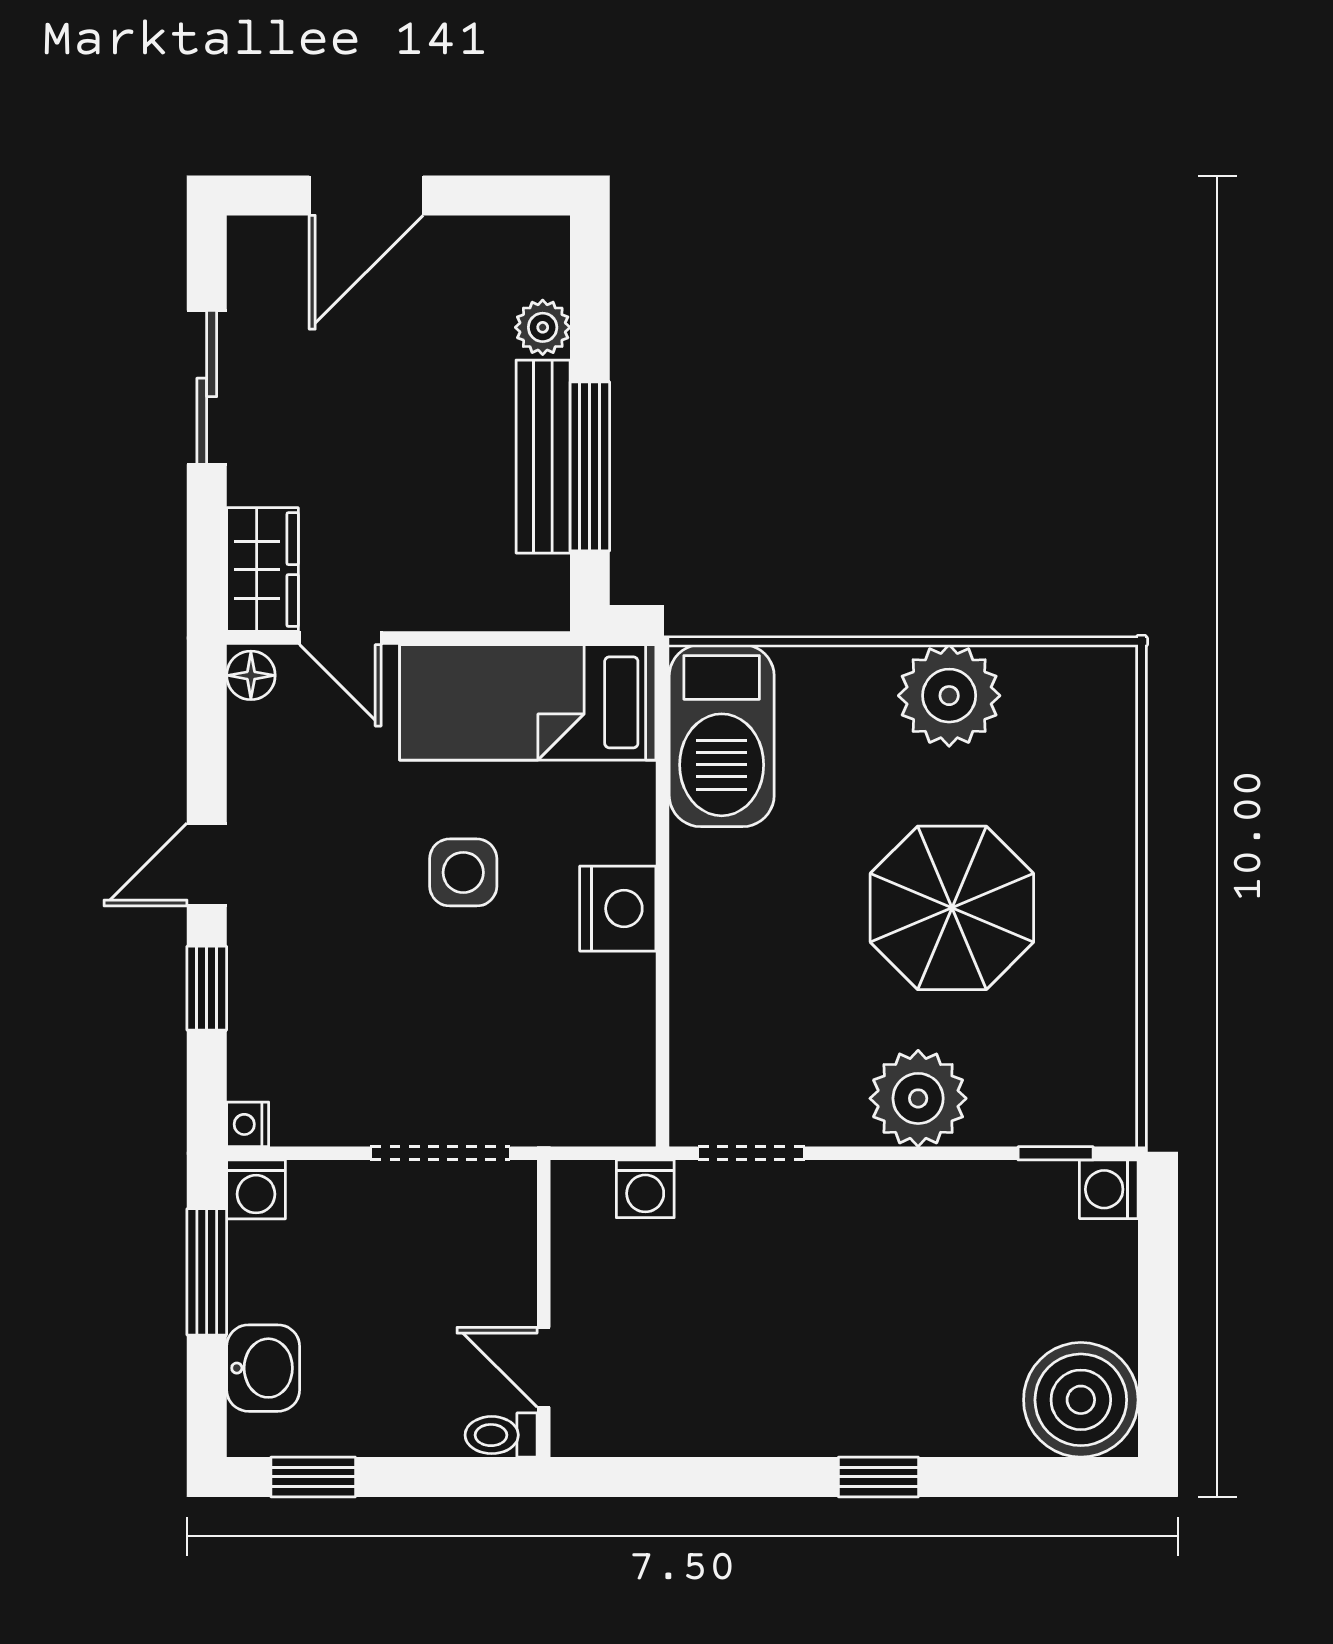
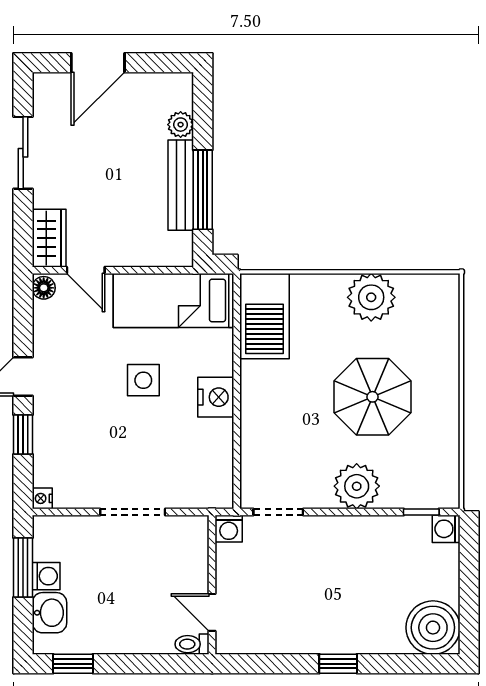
washing machine: (256, 1189) -> (46, 576), moved, turned -90
wall: (544, 1309) -> (212, 585), moved
door: (544, 1367) -> (212, 612), moved
toilet: (501, 1435) -> (192, 644), moved

